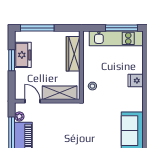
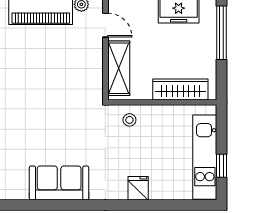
window: (121, 28) -> (221, 166), width x0.46
door: (32, 101) -> (105, 25), hinge flipped

